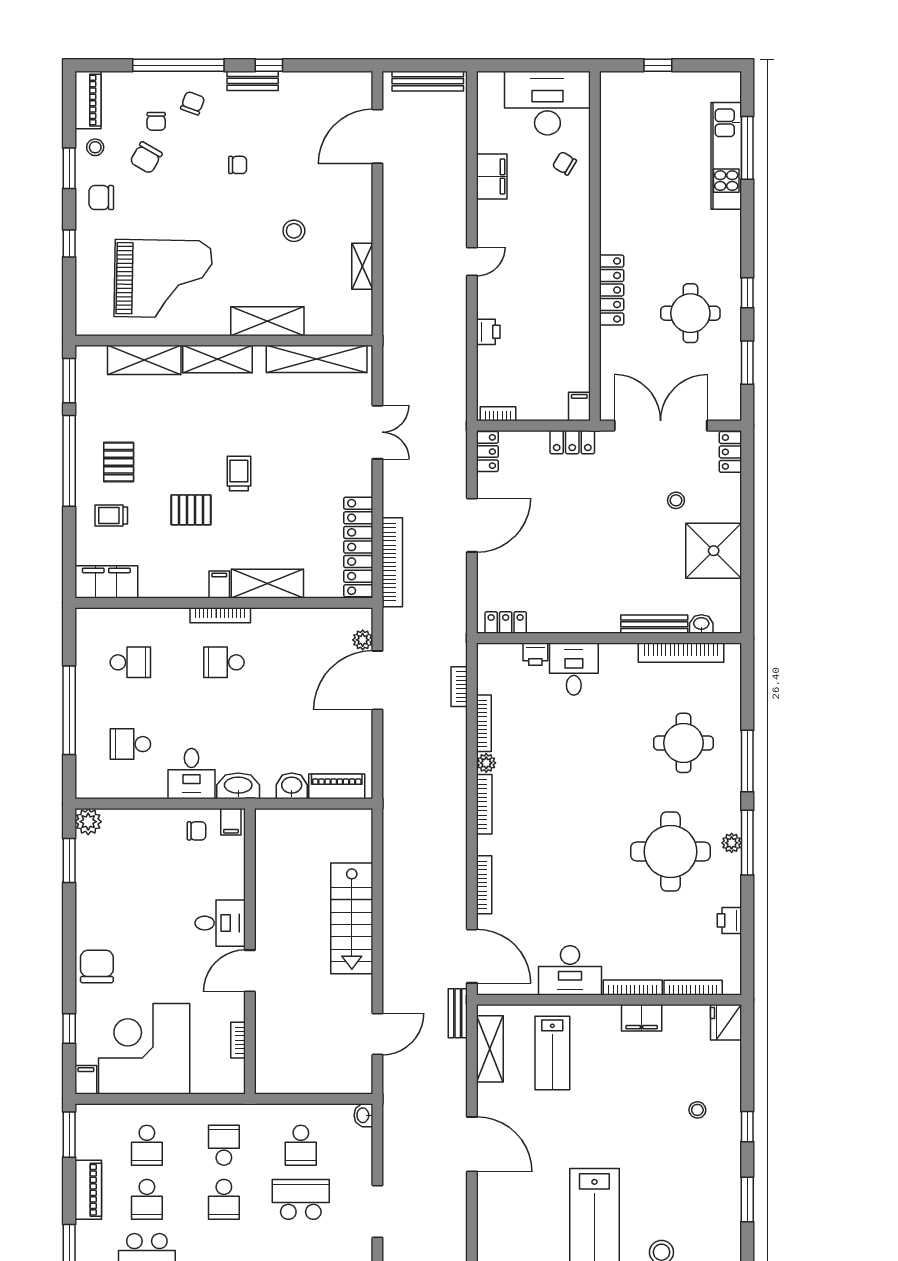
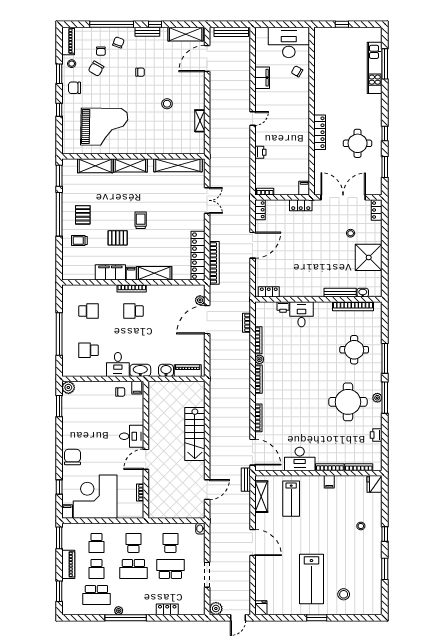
shelving: (267, 321) -> (186, 34), moved
filing cabinet: (106, 582) -> (110, 272), moved
filing cabinet: (642, 1018) -> (329, 482), width x0.50
school desk: (301, 1145) -> (170, 543), turned 180
school desk: (224, 1199) -> (133, 569), width x1.85

